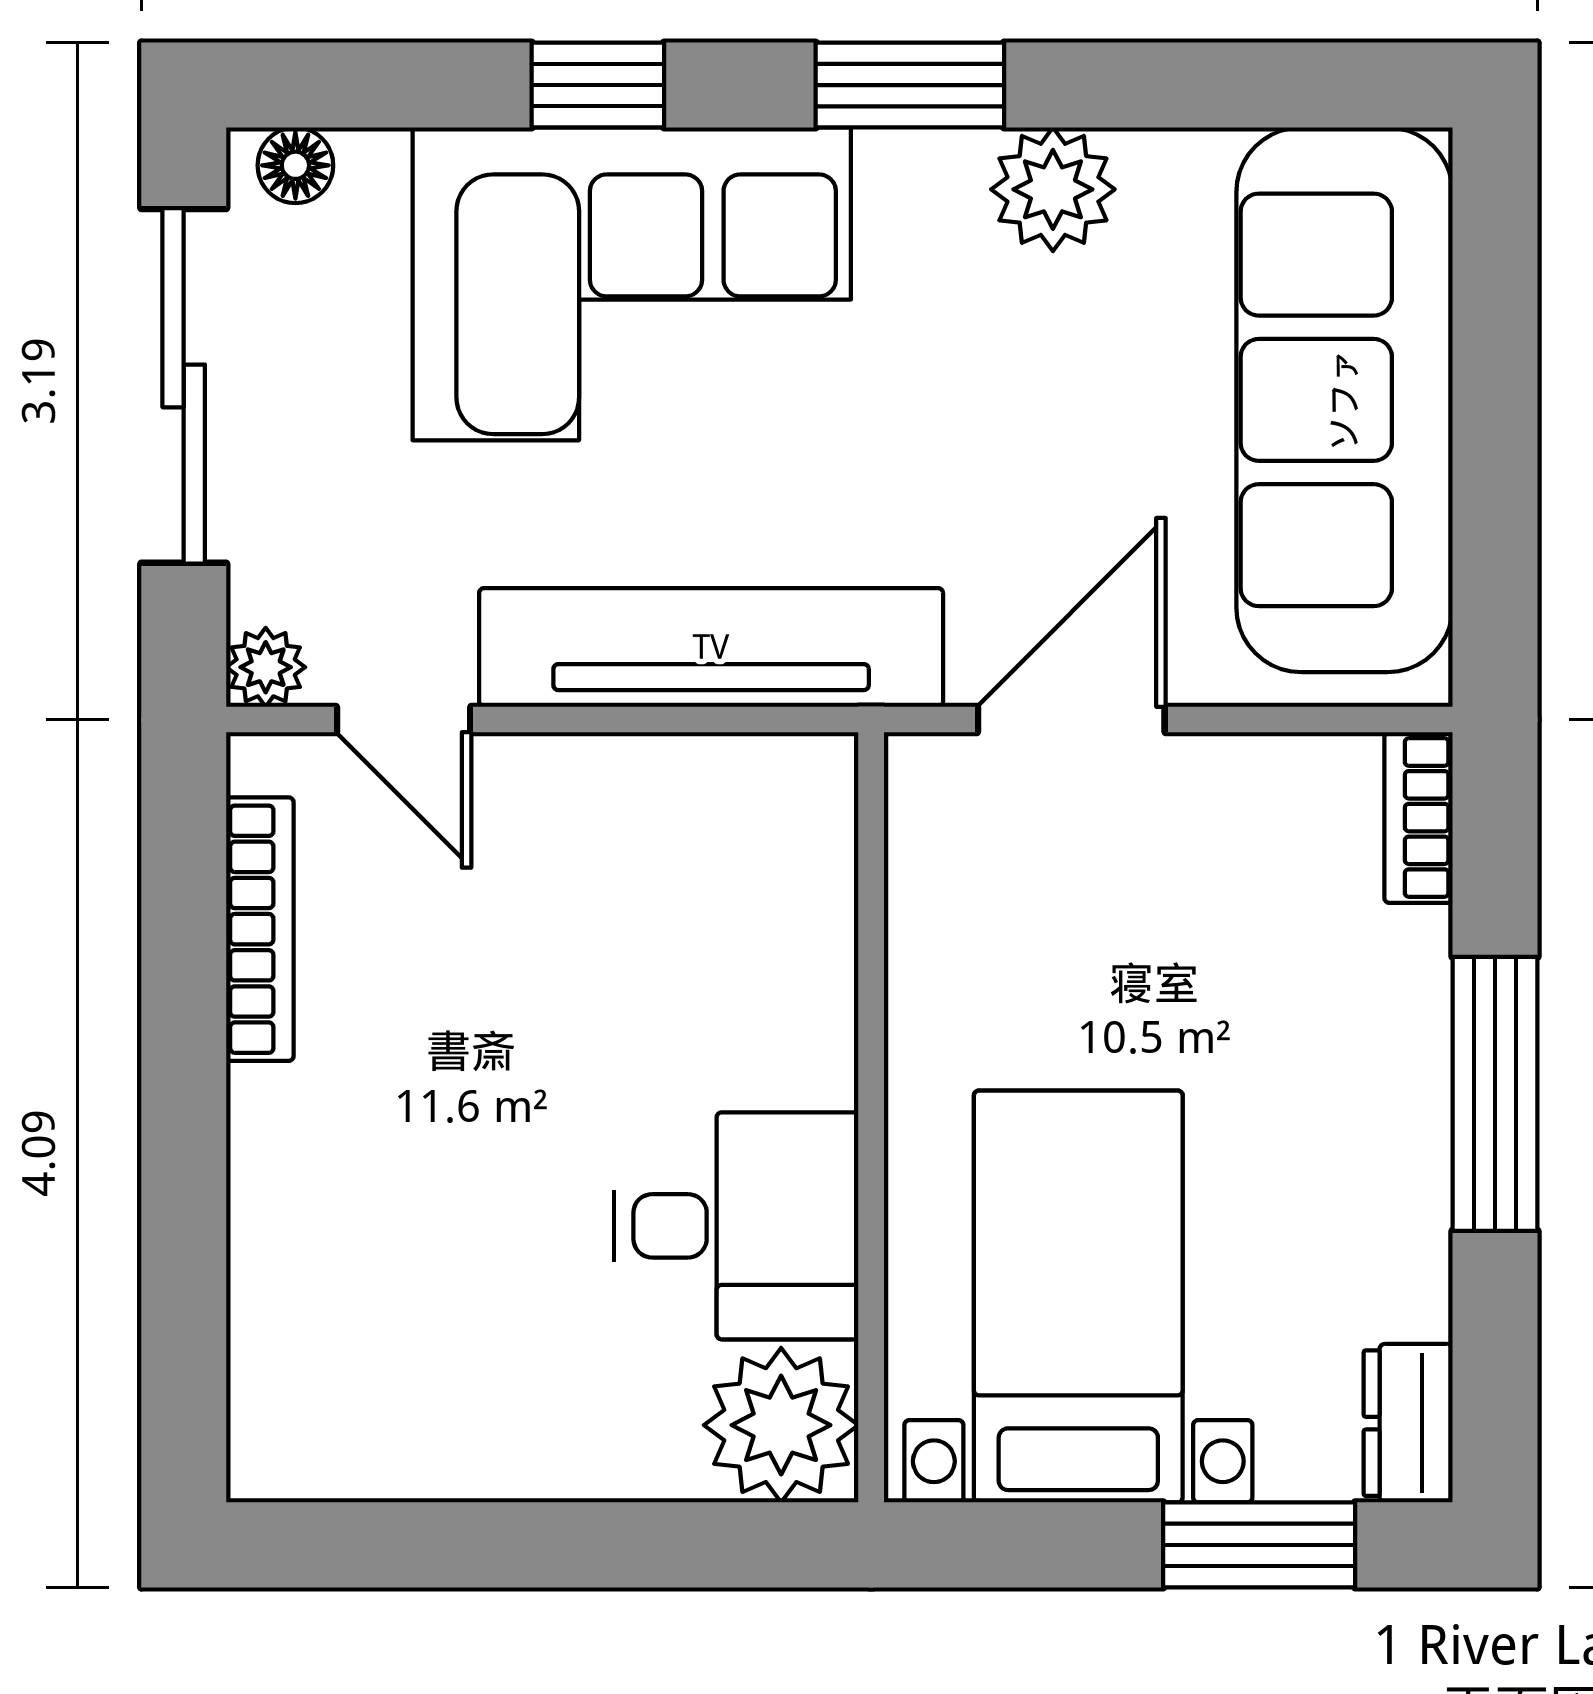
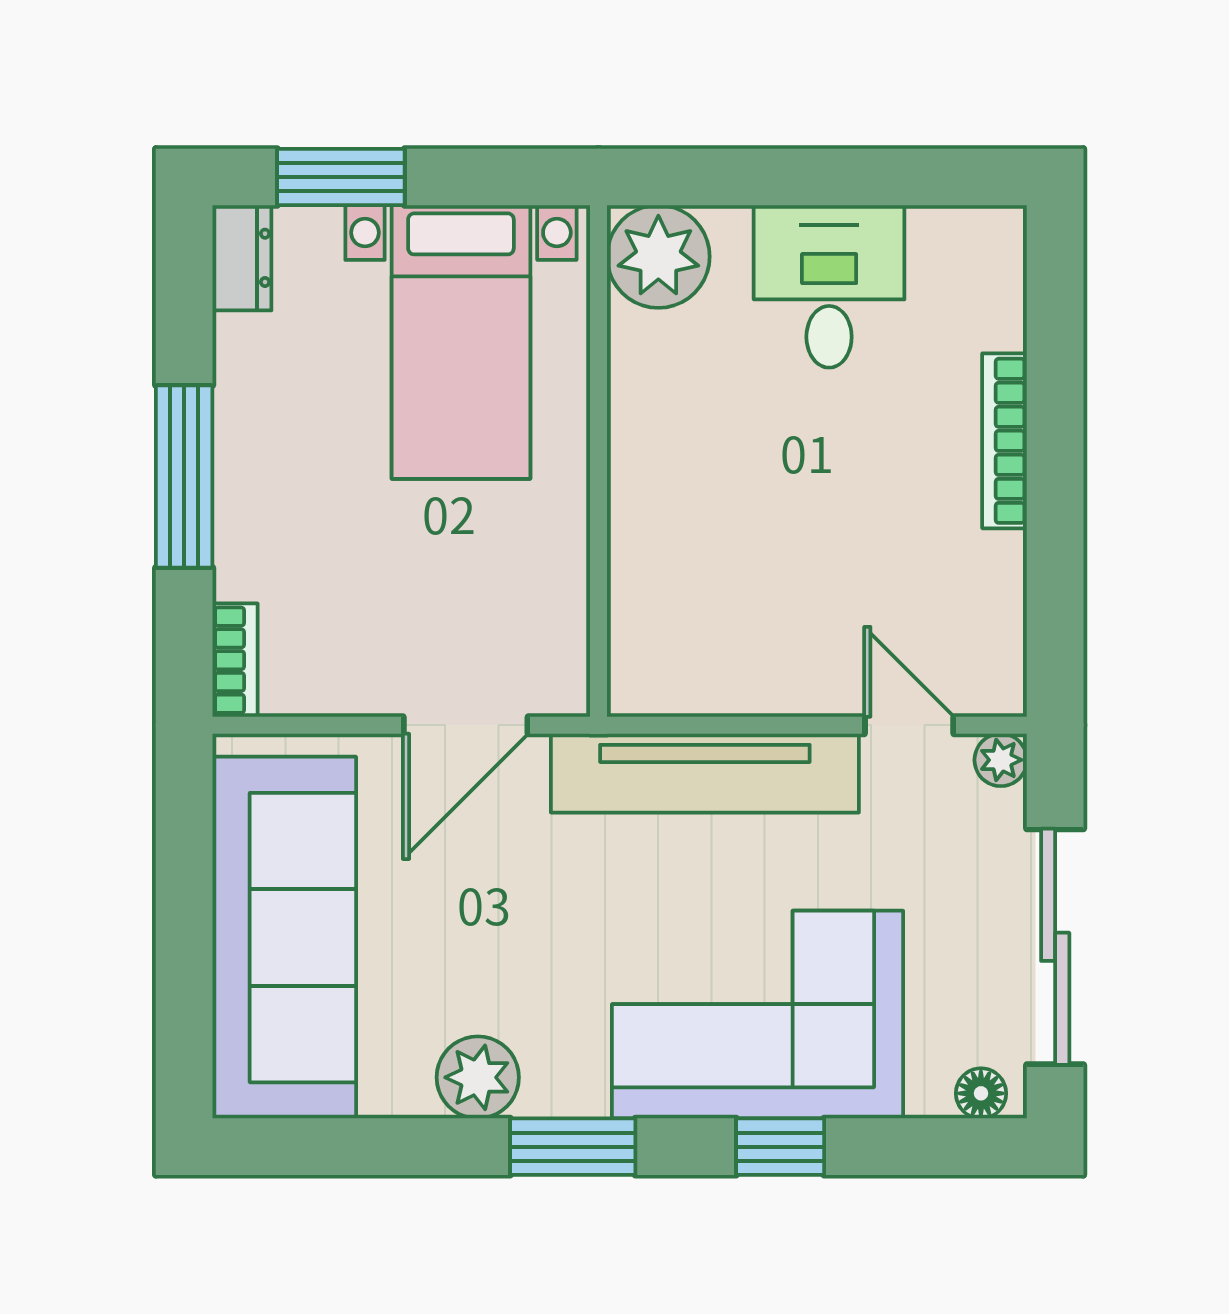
bookcase: (260, 929) -> (1005, 441), moved
desk: (736, 1226) -> (829, 286), moved, turned 90

